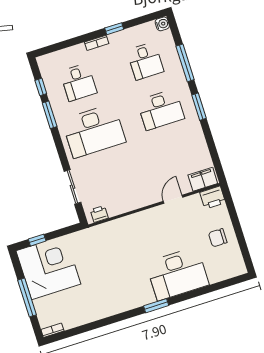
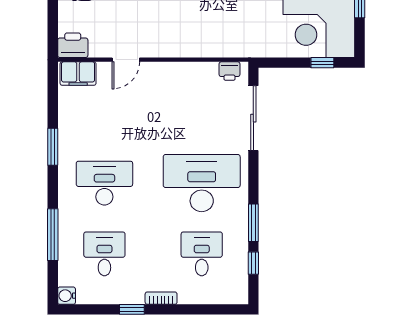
window: (199, 107) -> (53, 147), moved
sliding door: (72, 187) -> (253, 118), width x1.37

